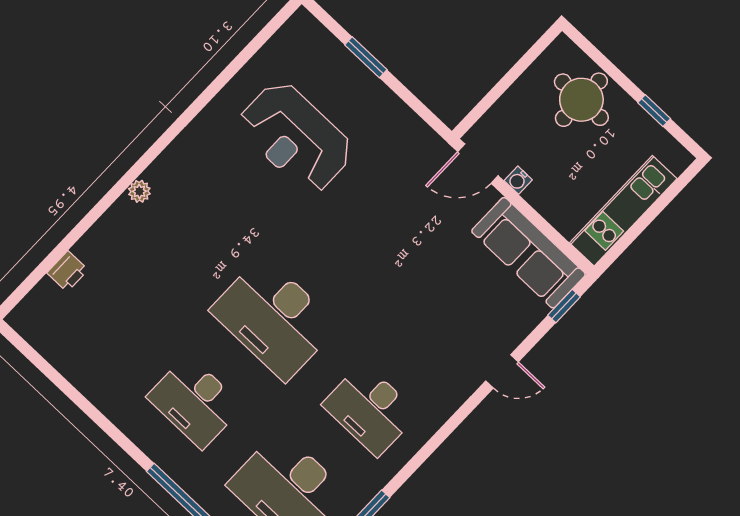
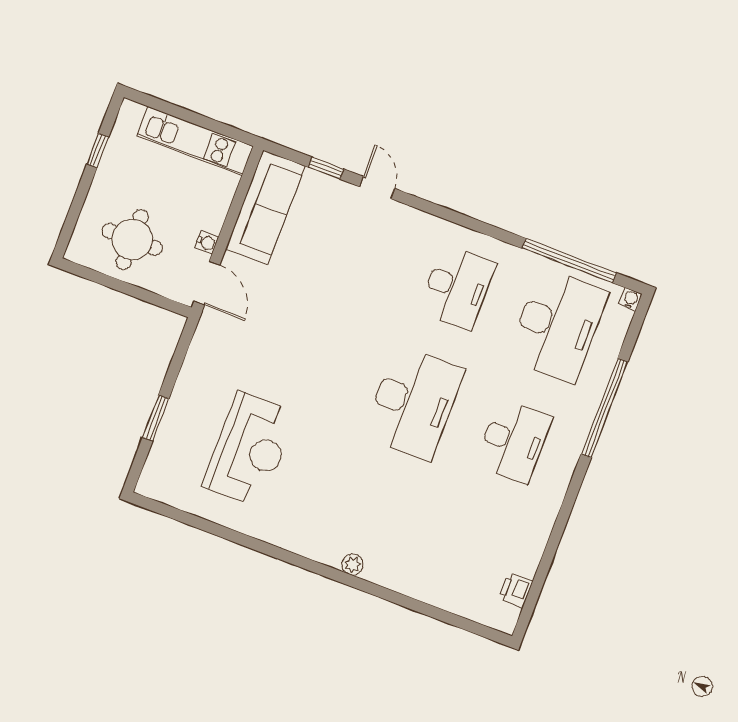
round table: (581, 100) -> (132, 240), moved
printer: (68, 271) -> (516, 590), moved, turned -90
window: (564, 306) -> (326, 168), moved

